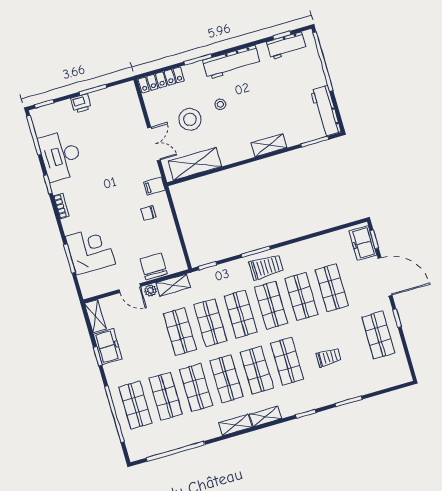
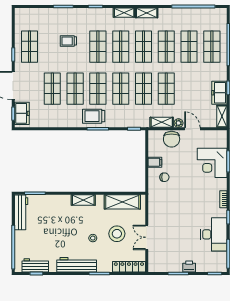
double door: (154, 144) -> (147, 237), moved
shelving: (269, 145) -> (83, 200), moved
filing cabinet: (154, 186) -> (155, 162), moved

